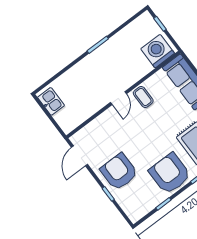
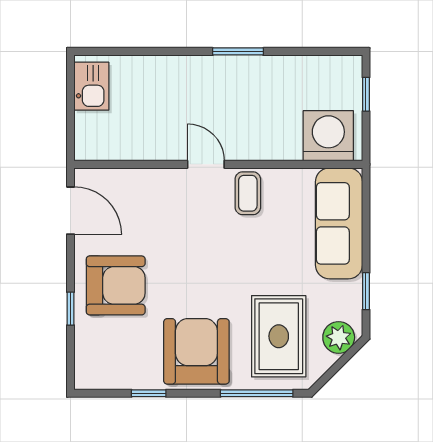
door: (118, 98) -> (206, 164), swing flipped
door: (79, 156) -> (71, 211), swing flipped
armchair: (119, 172) -> (116, 285), turned 90

